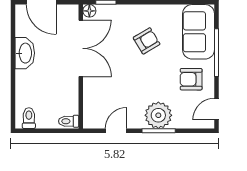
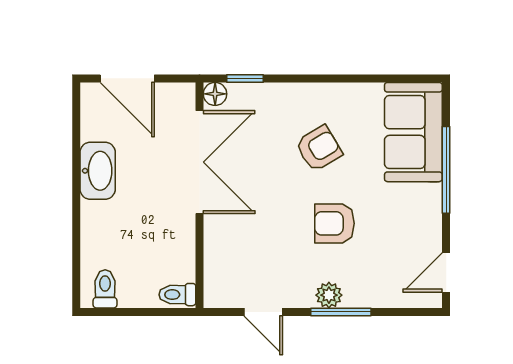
armchair: (191, 79) -> (334, 223), moved
plant: (158, 115) -> (329, 295), width x0.53, depth x0.53
door: (116, 131) -> (263, 312), swing flipped

